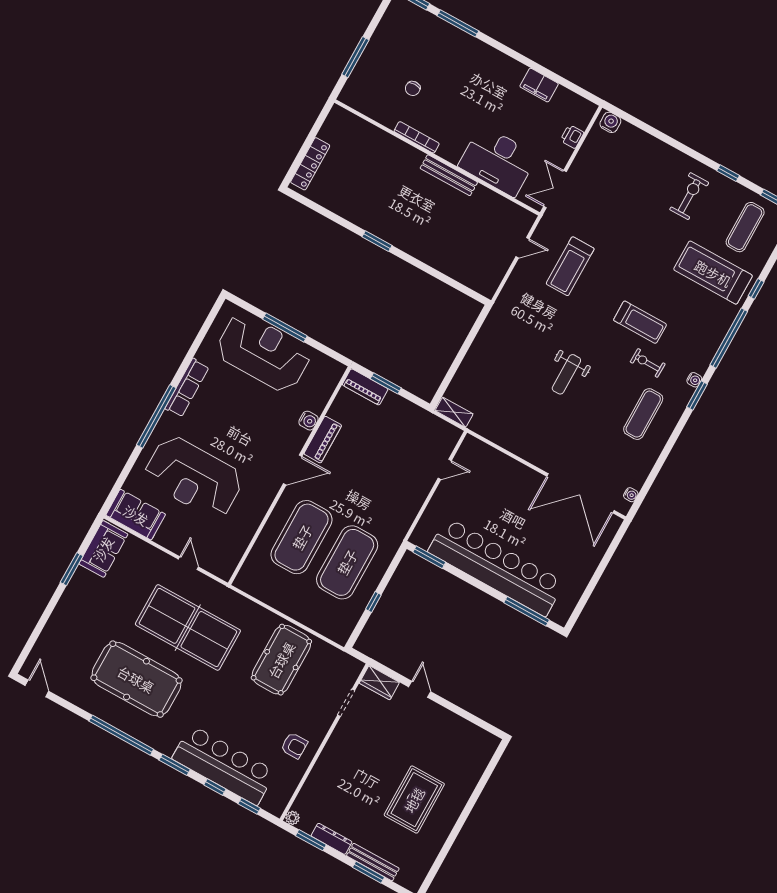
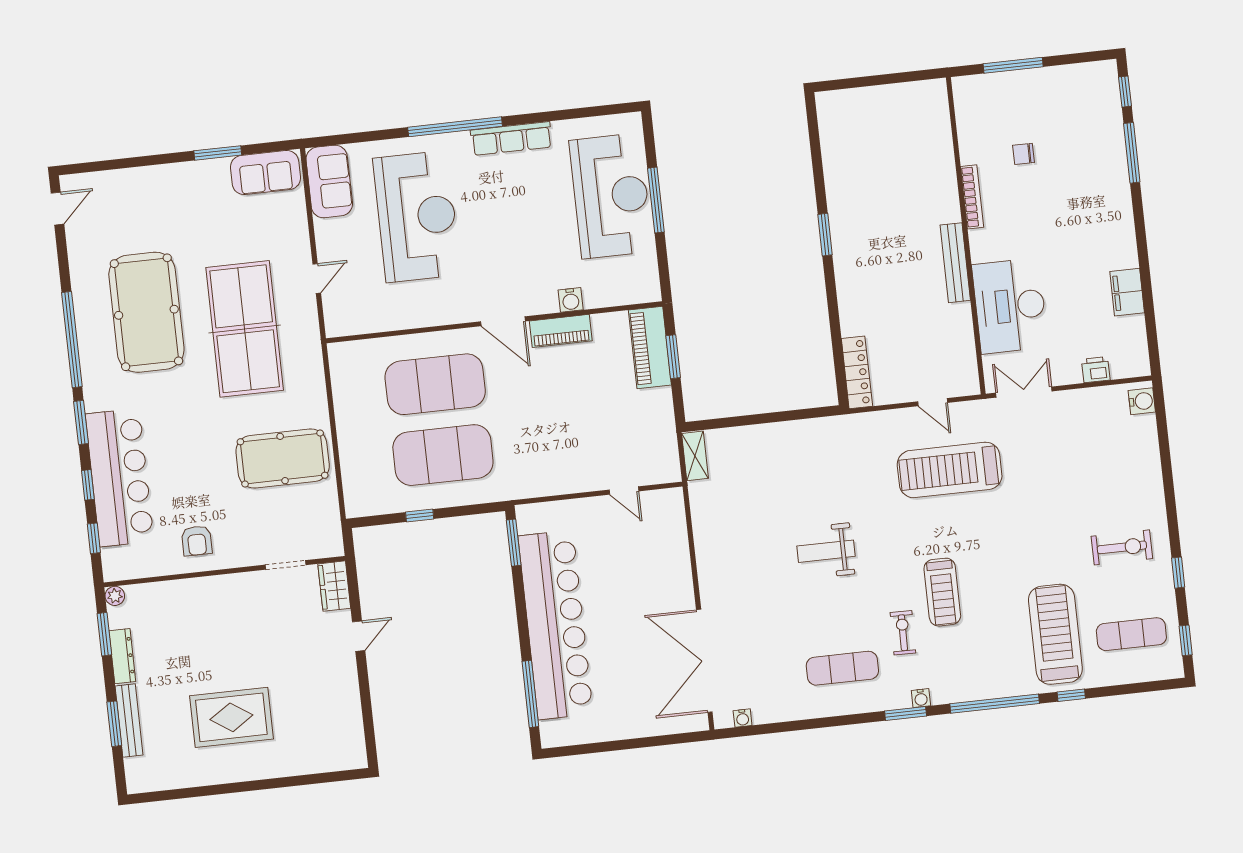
locker: (310, 164) -> (857, 372), moved, turned -90
treadmill: (570, 266) -> (950, 470), width x1.37, depth x1.38
piano: (365, 387) -> (650, 348), width x1.37, depth x1.33
reception desk: (194, 477) -> (417, 217), turned 180

